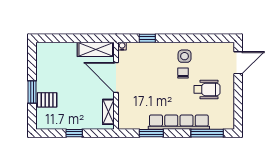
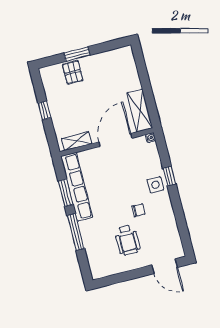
window: (147, 38) -> (169, 176), moved
side table: (185, 56) -> (155, 185), moved
row of seats: (179, 122) -> (77, 187), moved
window: (207, 133) -> (76, 232), moved

